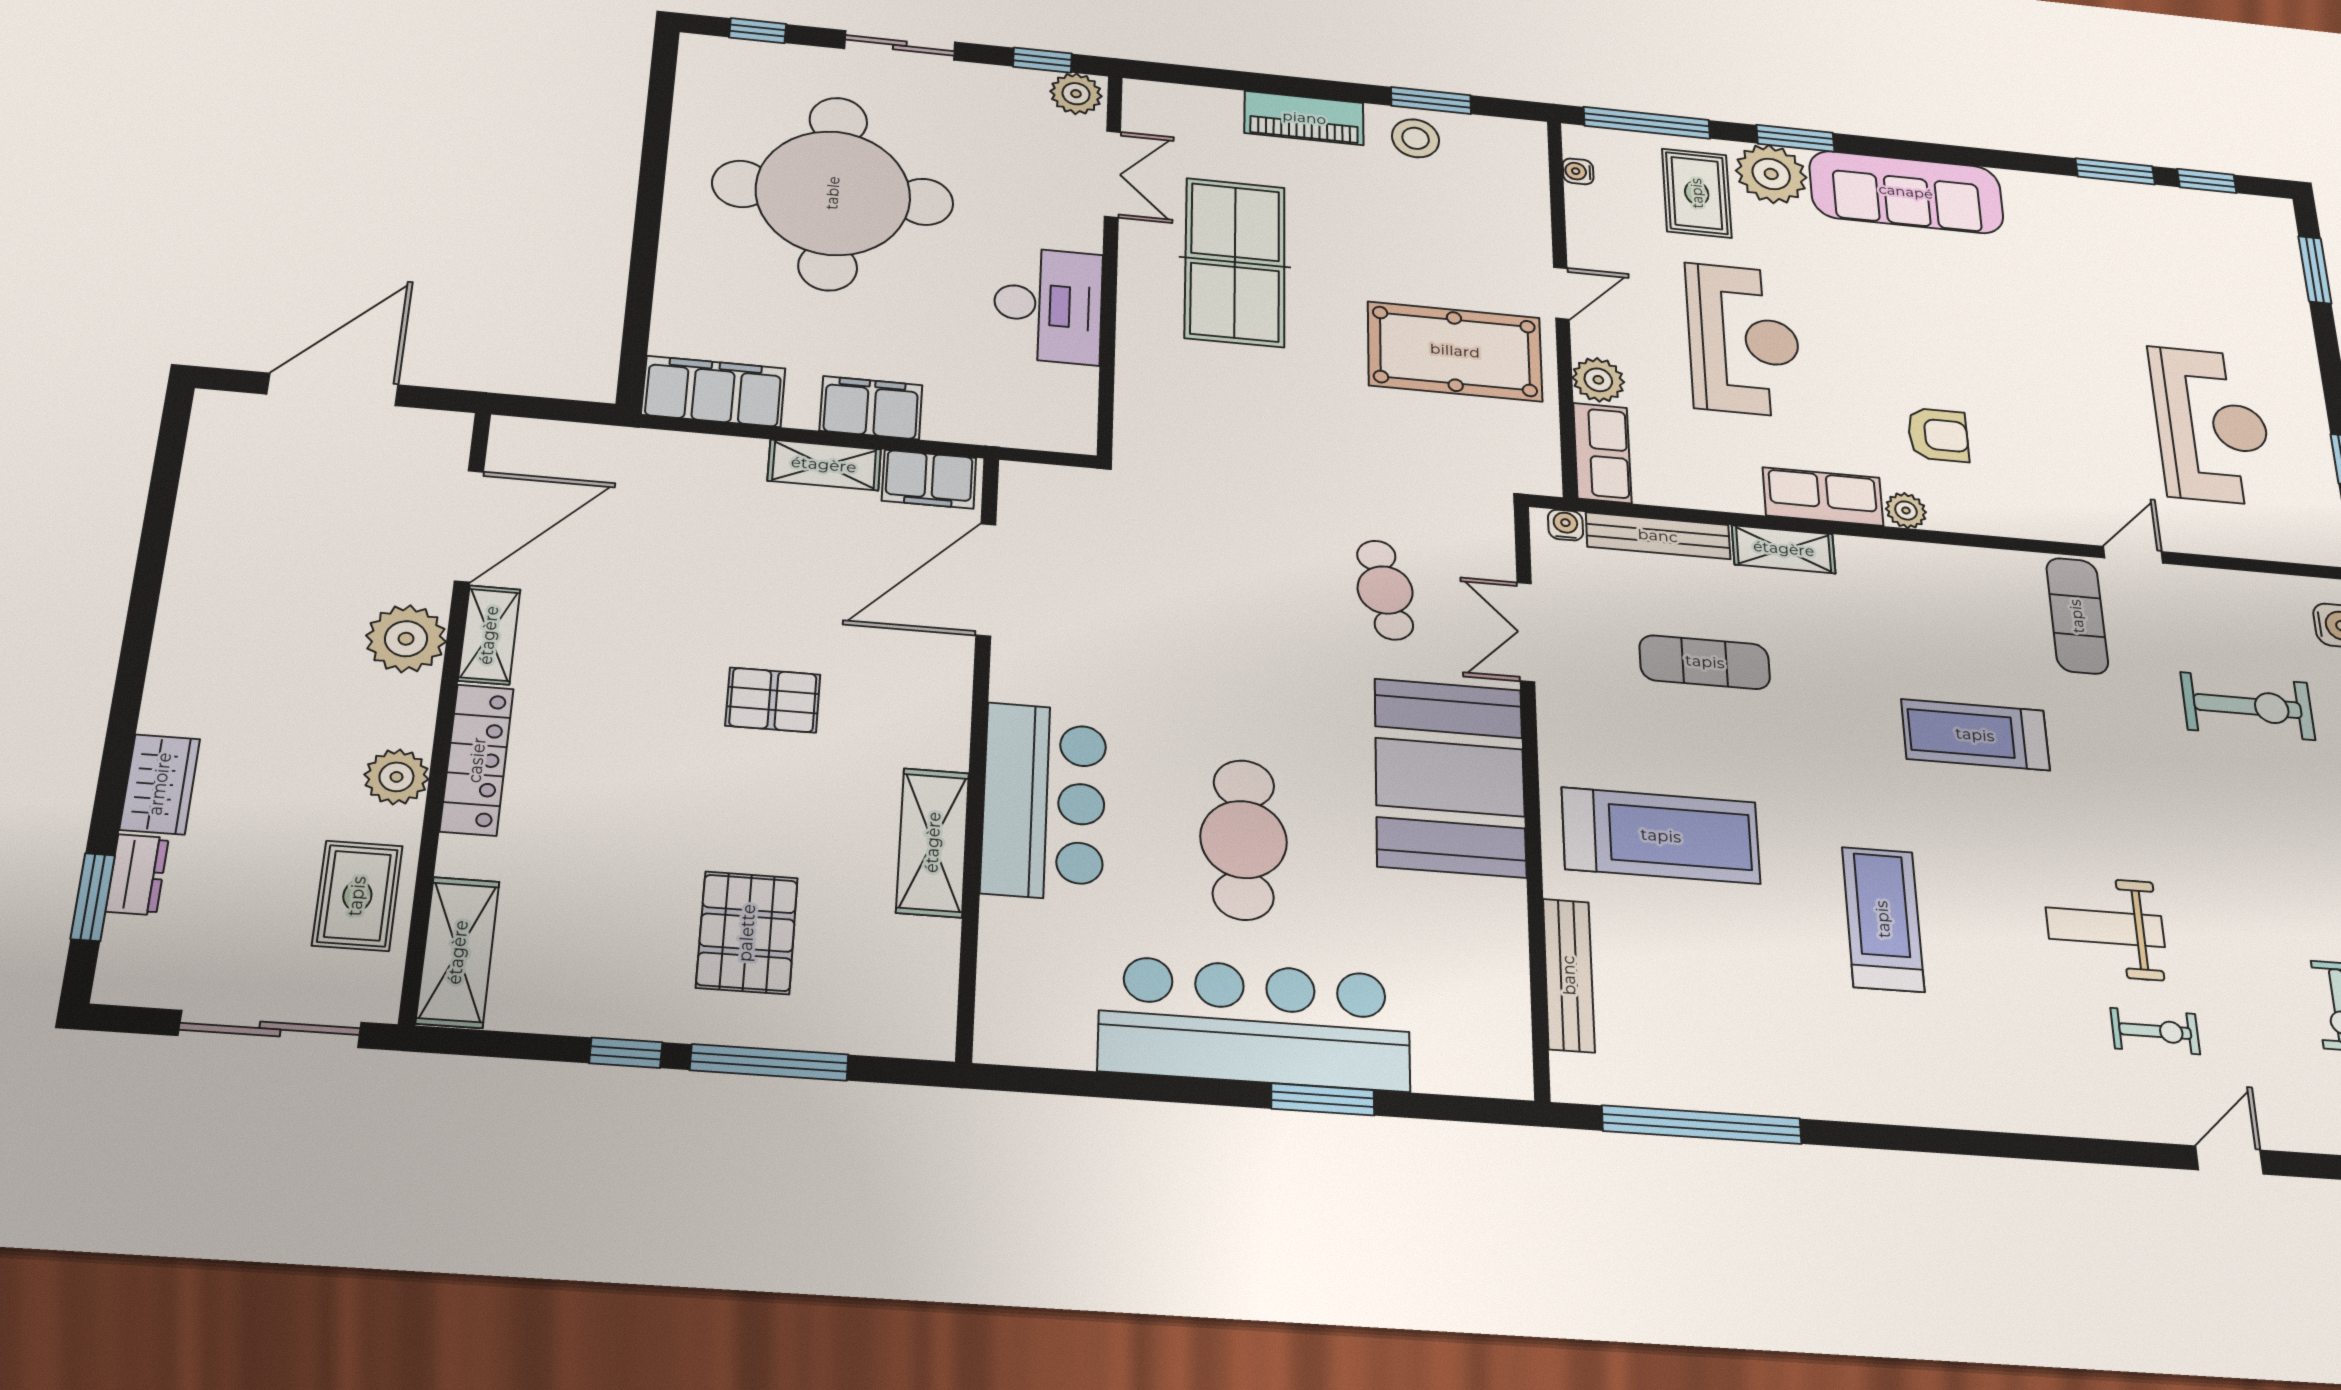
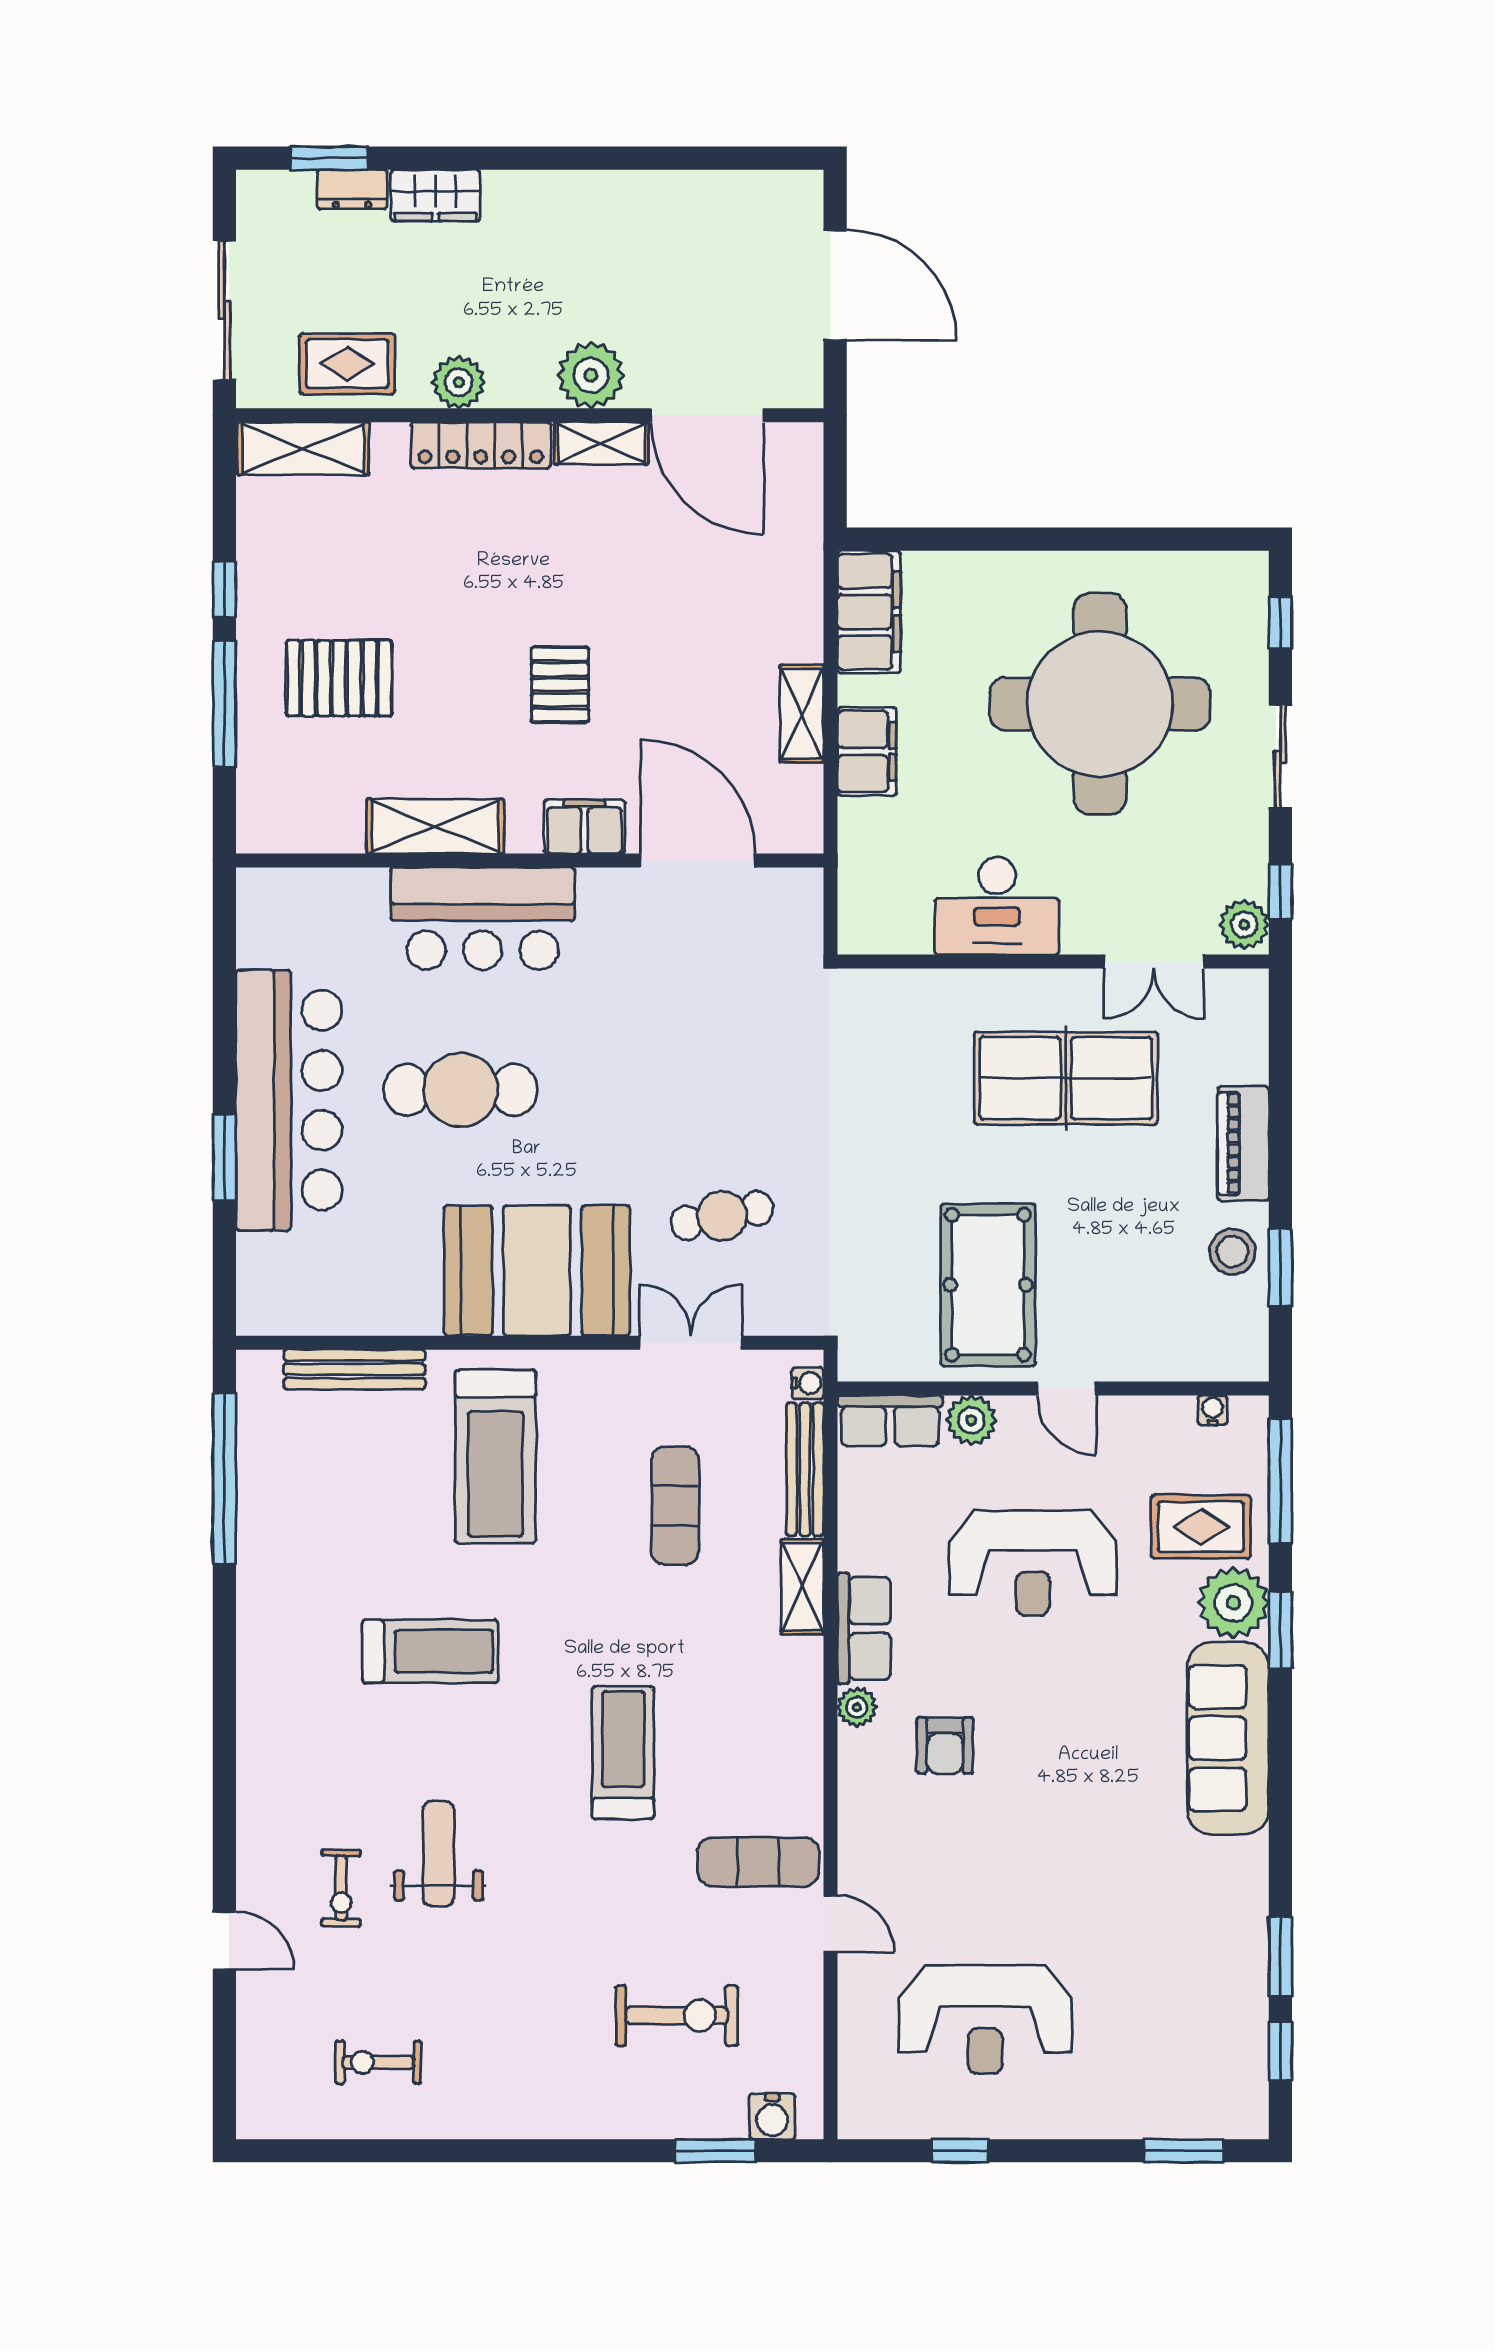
filing cabinet: (929, 479) -> (584, 827), moved, turned 90
exercise bike: (2248, 706) -> (677, 2016), turned -90

